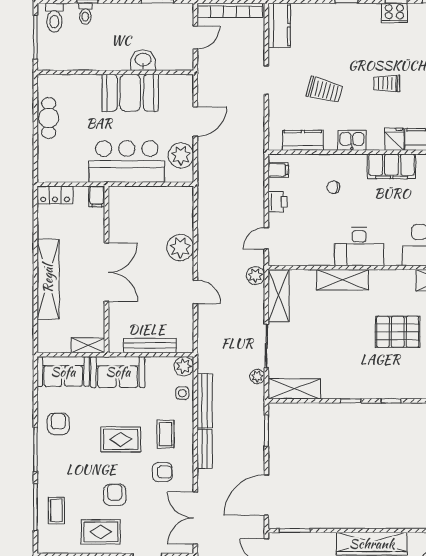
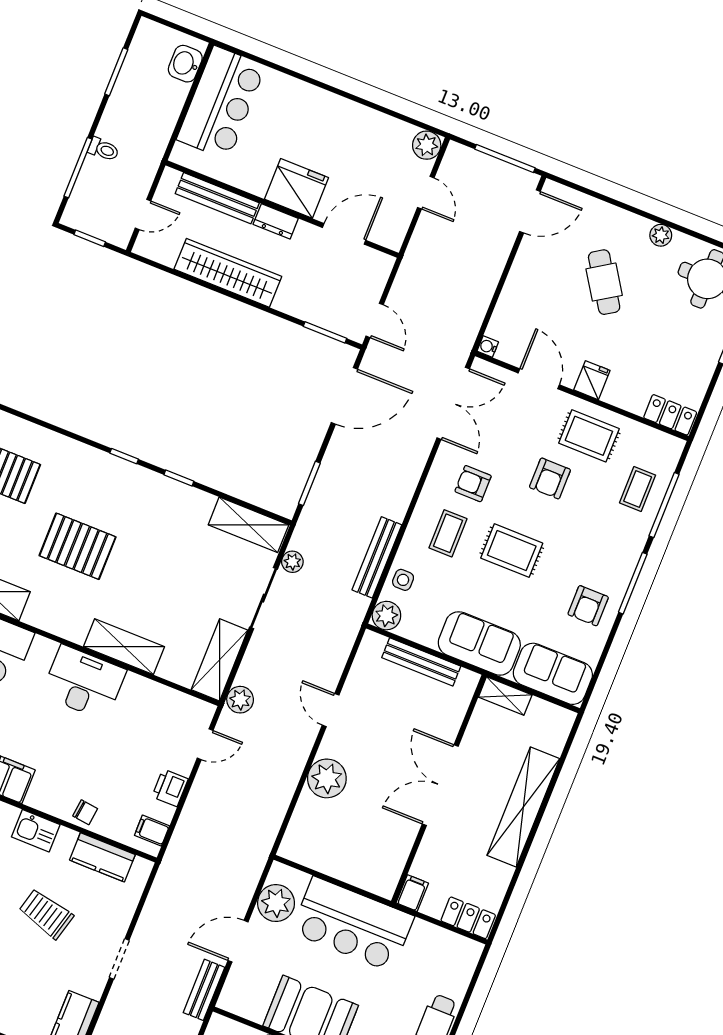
chair: (333, 187) -> (85, 812), moved
bench: (205, 449) -> (204, 990), moved

